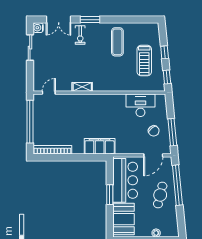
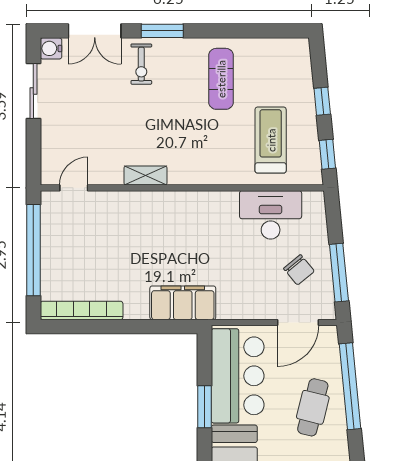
treadmill: (144, 61) -> (271, 140), moved, turned 180

